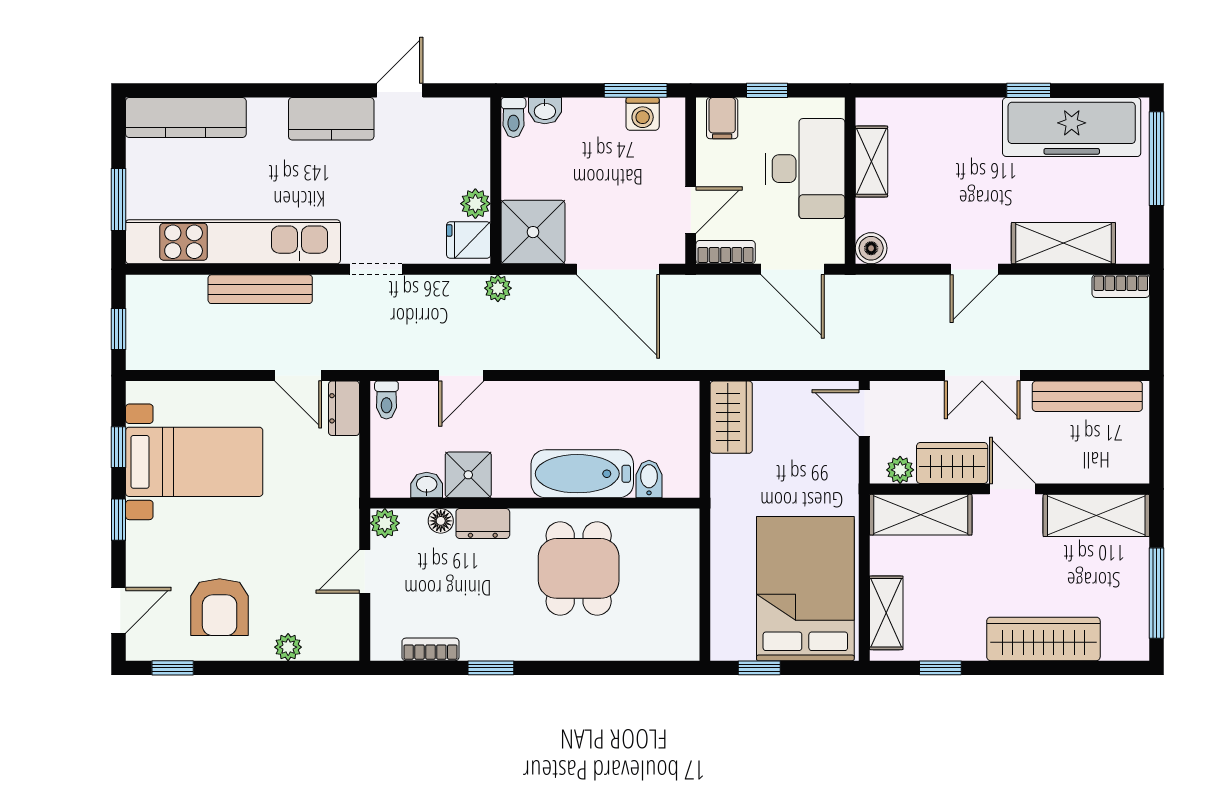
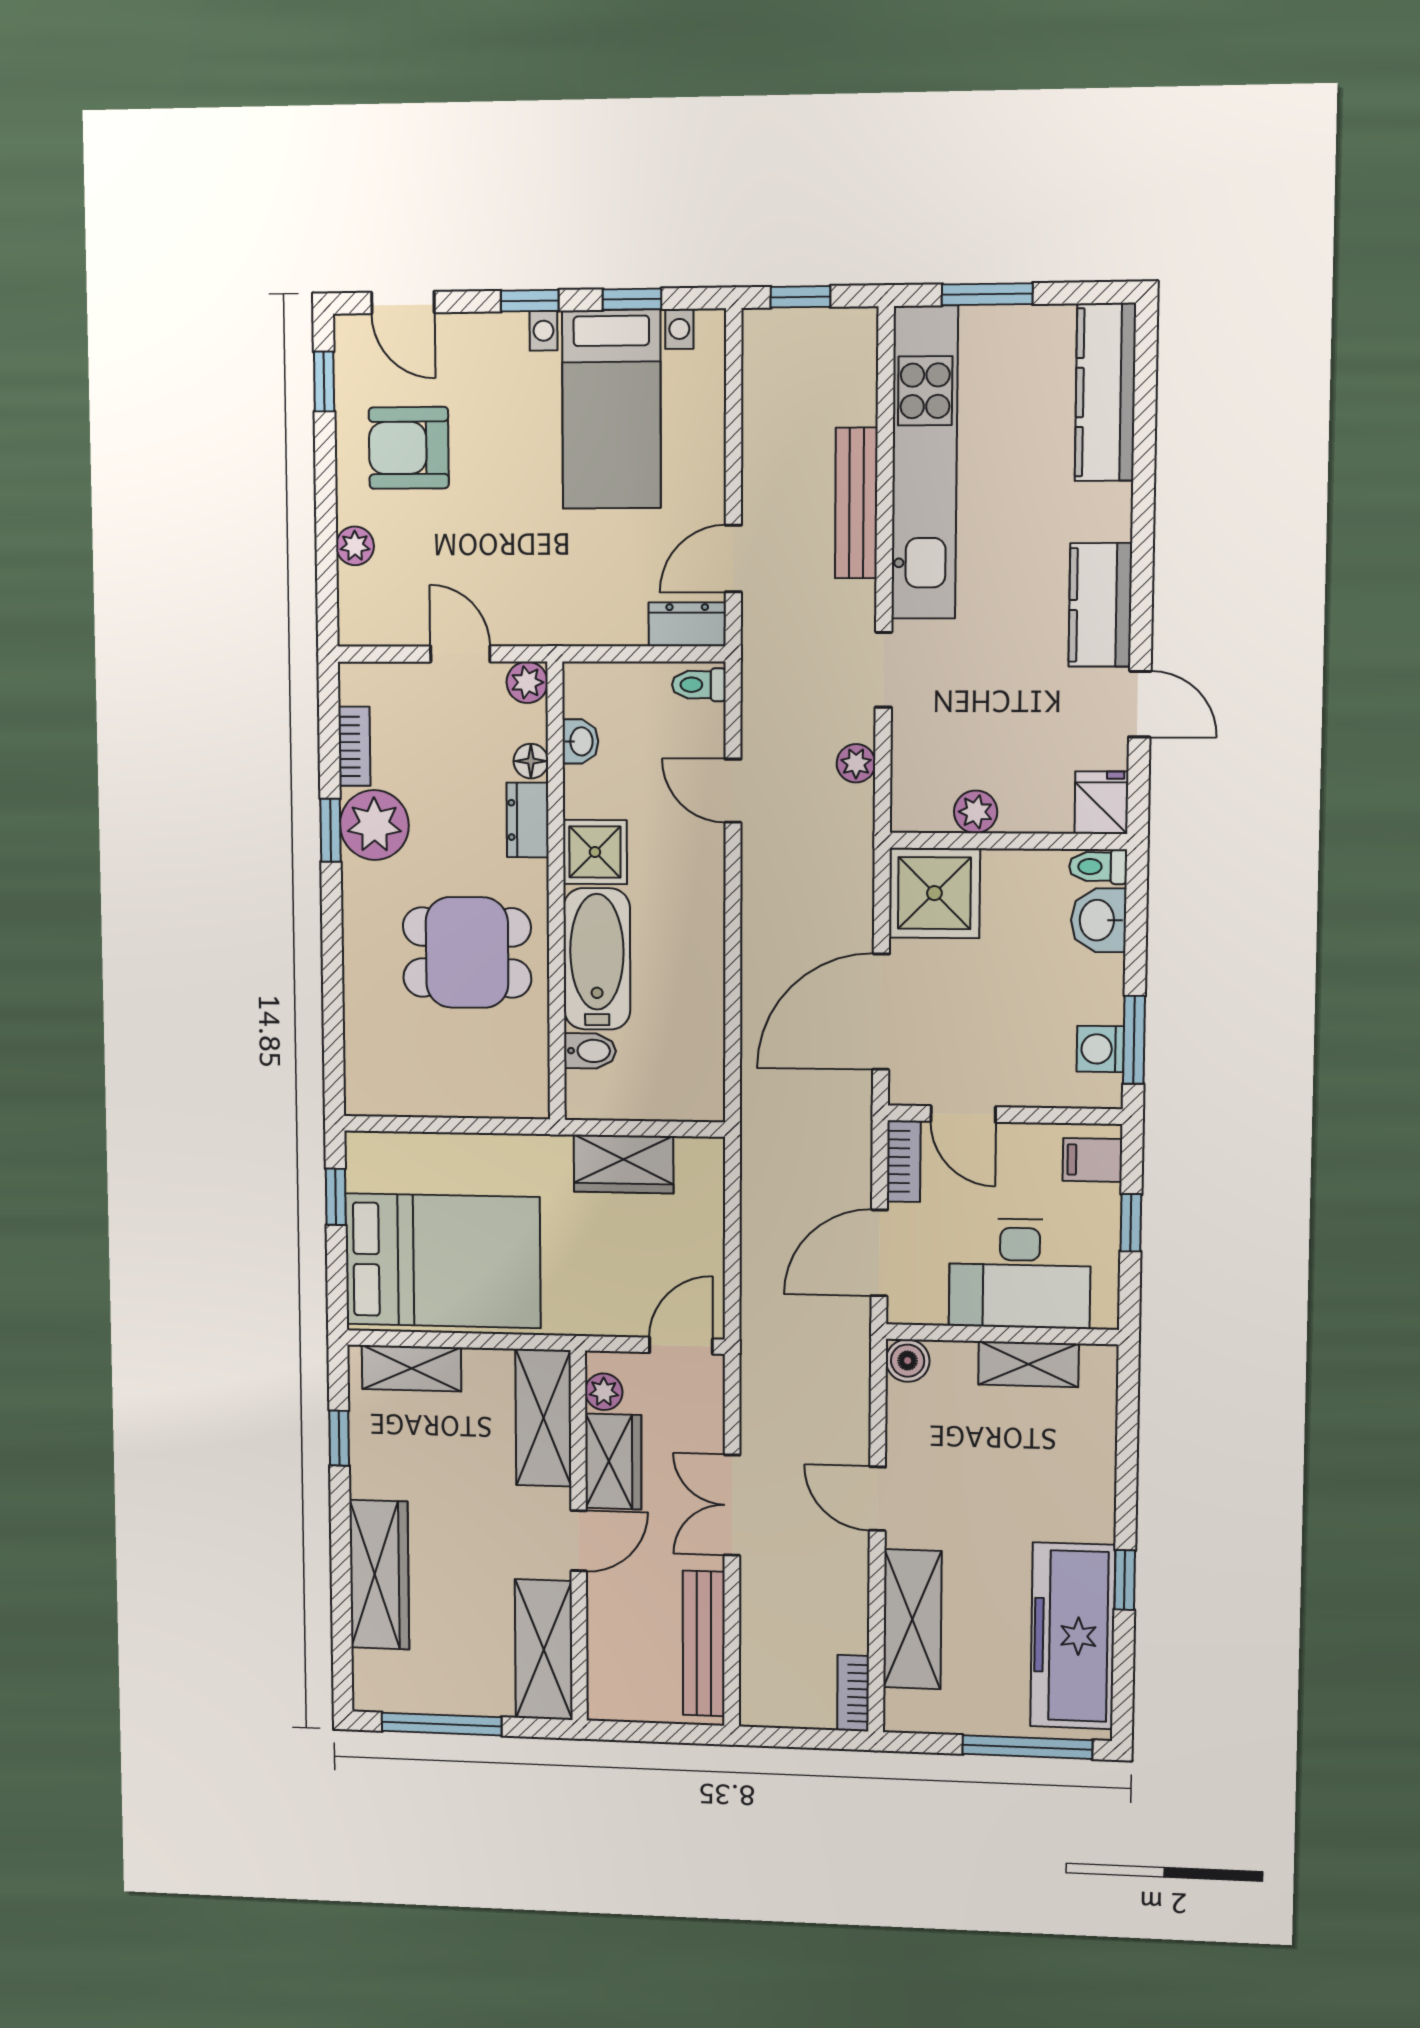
washbasin: (545, 111) -> (1099, 920), width x1.38, depth x1.45
fridge: (469, 240) -> (1101, 803), moved
plant: (498, 288) -> (856, 763), moved
wardrobe: (731, 417) -> (624, 1164), moved
shower: (468, 475) -> (595, 852), moved
plant: (487, 636) -> (374, 825), added

